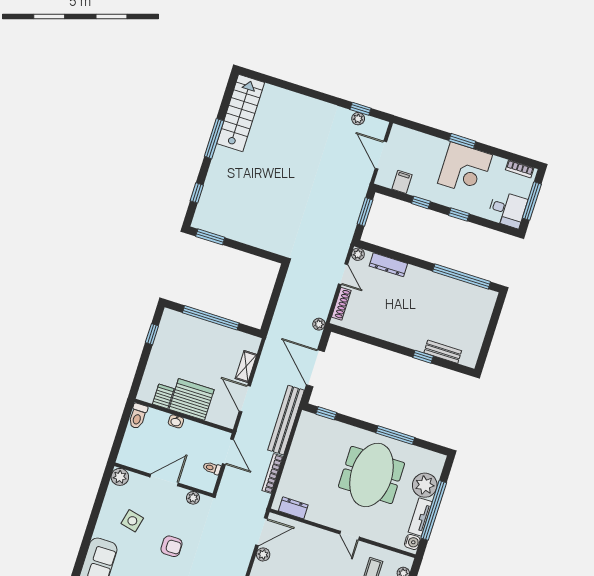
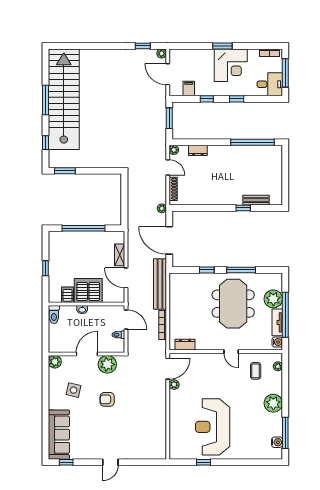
stairs: (241, 113) -> (64, 99), width x1.86, depth x1.51
plant: (358, 119) -> (162, 53), moved
dresser: (388, 265) -> (198, 150), width x0.70
window: (152, 334) -> (45, 268), moved
window: (326, 413) -> (207, 270), moved
plant: (193, 498) -> (107, 364), width x1.88, depth x1.88
armchair: (172, 546) -> (107, 399), turned 180

